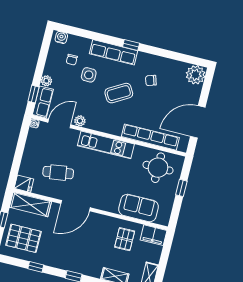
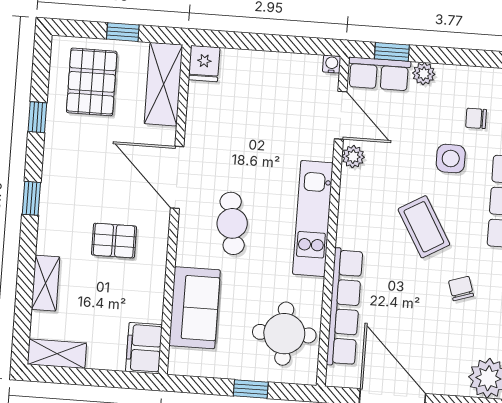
cafe table: (58, 173) -> (232, 223), moved
pallet: (125, 239) -> (114, 241), moved

